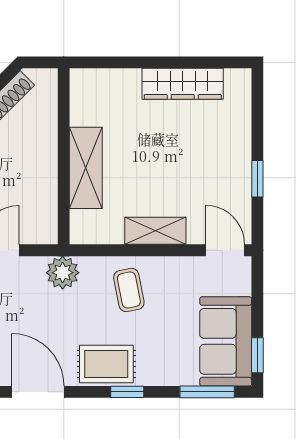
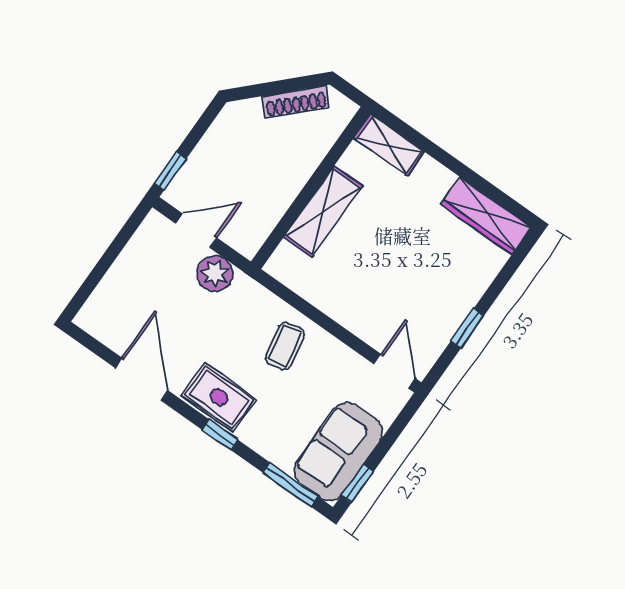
wardrobe: (183, 84) -> (486, 216), moved
shelving: (155, 231) -> (389, 145), moved
plant: (63, 273) -> (215, 273), moved

